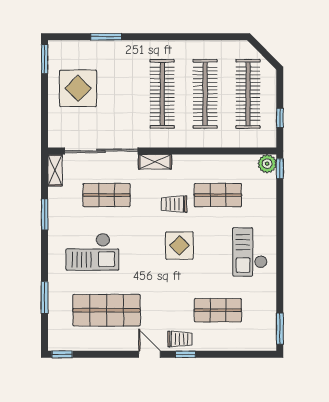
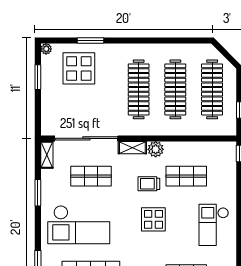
plant: (54, 46) -> (46, 49), added
window: (45, 59) -> (38, 77), moved
display table: (78, 88) -> (79, 68), moved
plant: (267, 164) -> (156, 149), moved
checkout: (92, 252) -> (79, 225), width x1.36, depth x1.21

